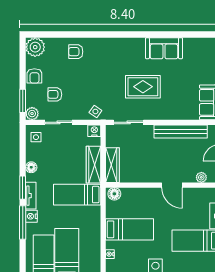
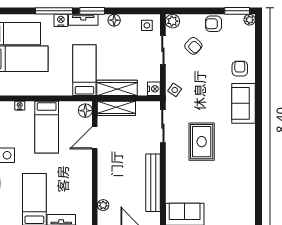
plant: (35, 47) -> (250, 20), width x0.53, depth x0.53
sofa: (164, 48) -> (244, 103), moved
armchair: (55, 94) -> (193, 46), turned 134
window: (23, 101) -> (237, 11), moved
door: (172, 185) -> (95, 138), moved

